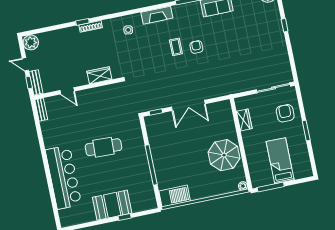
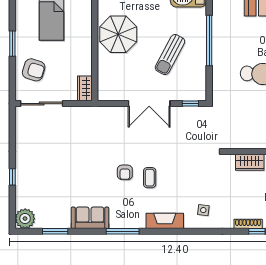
double door: (188, 105) -> (149, 104), swing flipped
armchair: (285, 113) -> (34, 70), turned -73
wardrobe: (244, 120) -> (85, 88), moved
sun lounger: (180, 148) -> (170, 54), added

